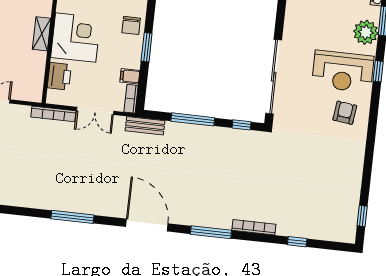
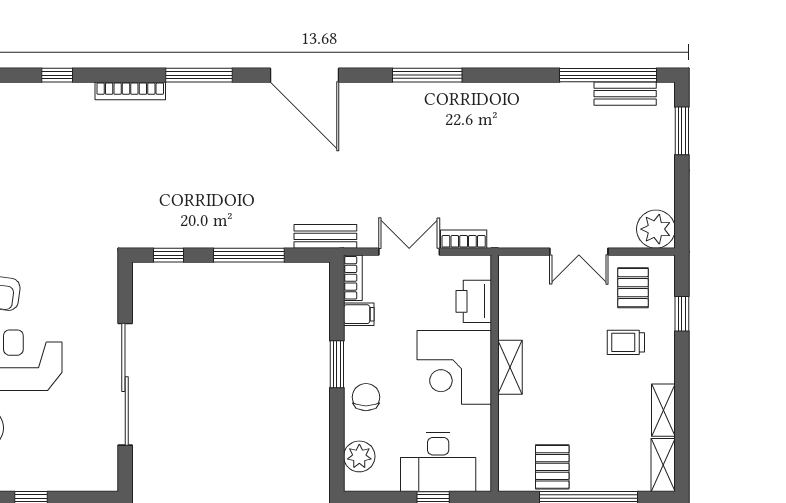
sliding door: (274, 77) -> (125, 384), moved
bookcase: (53, 114) -> (464, 239), width x0.64

